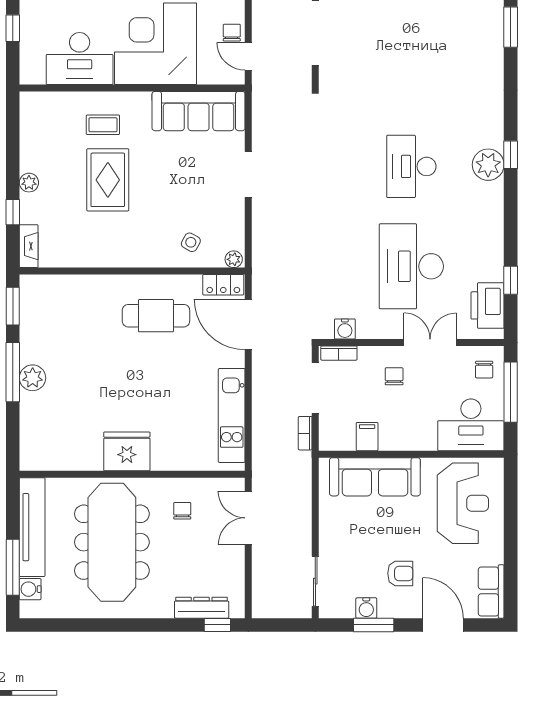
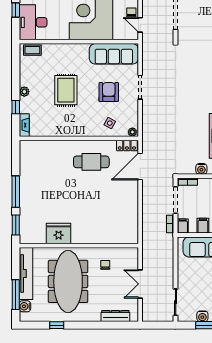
desk: (80, 59) -> (33, 22), moved, turned 90
coffee table: (103, 125) -> (32, 50), moved
armchair: (189, 183) -> (109, 92), added
window: (13, 306) -> (16, 225), moved
door: (248, 324) -> (140, 167), hinge flipped
water cooler: (345, 329) -> (201, 169), moved
plant: (33, 378) -> (26, 195), removed
kitchen unit: (232, 415) -> (131, 215), removed
filing cabinet: (329, 437) -> (183, 226), added
fridge: (127, 451) -> (59, 234), moved
double door: (248, 518) -> (140, 284), moved
window: (217, 625) -> (57, 325), moved

